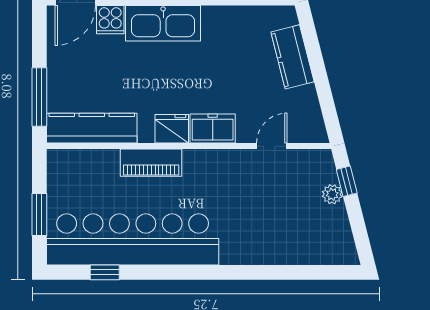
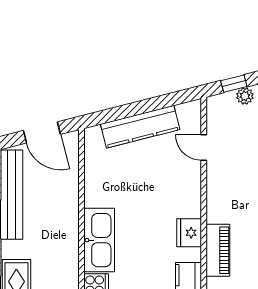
kitchen counter: (292, 57) -> (140, 127), width x1.50
freezer: (213, 129) -> (189, 198), removed

